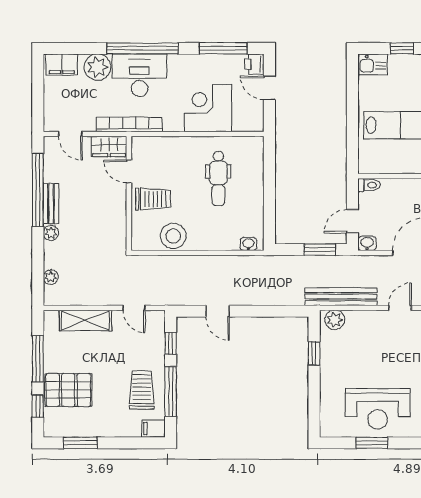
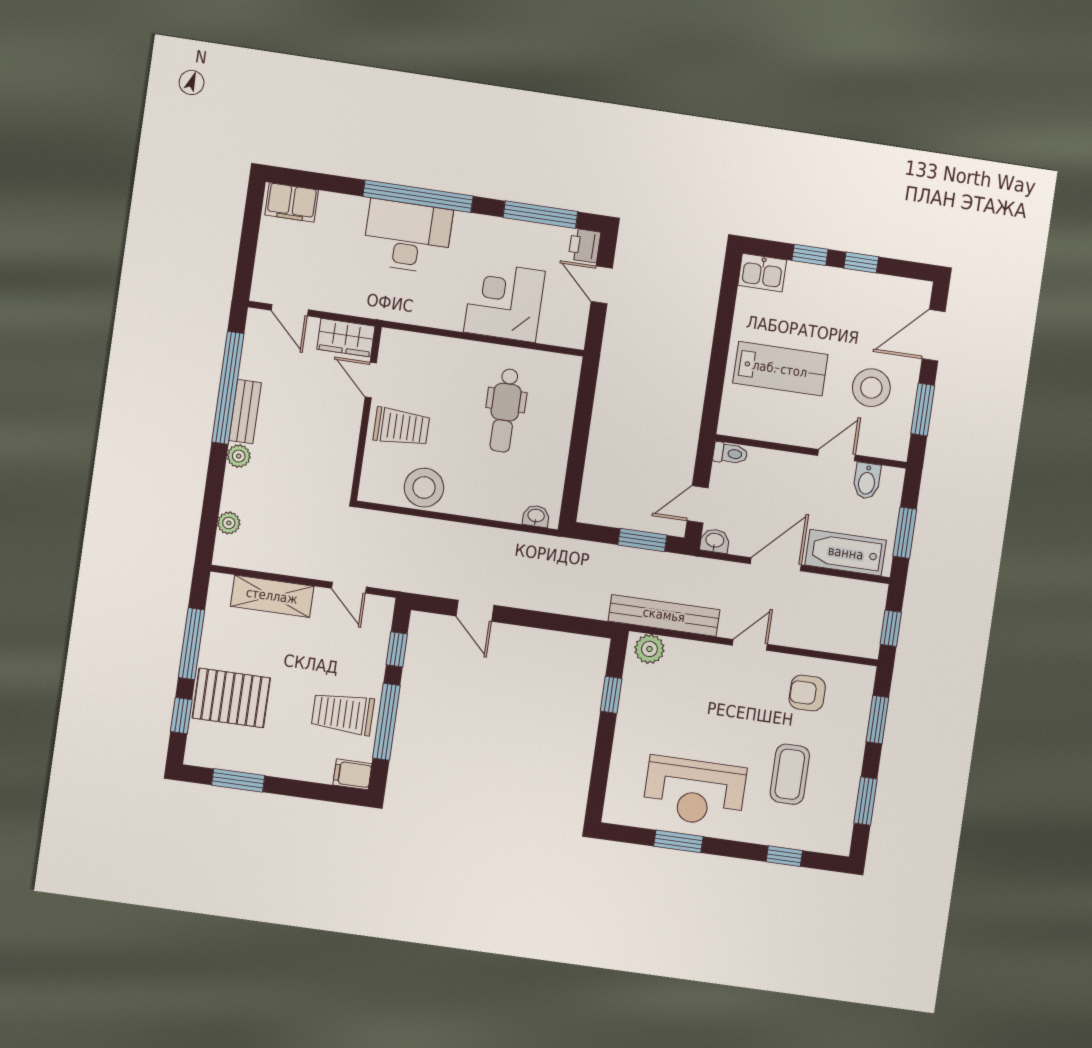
plant: (97, 67) -> (346, 215), removed
bookcase: (129, 124) -> (382, 309), removed
trolley: (142, 390) -> (343, 714), turned -90

